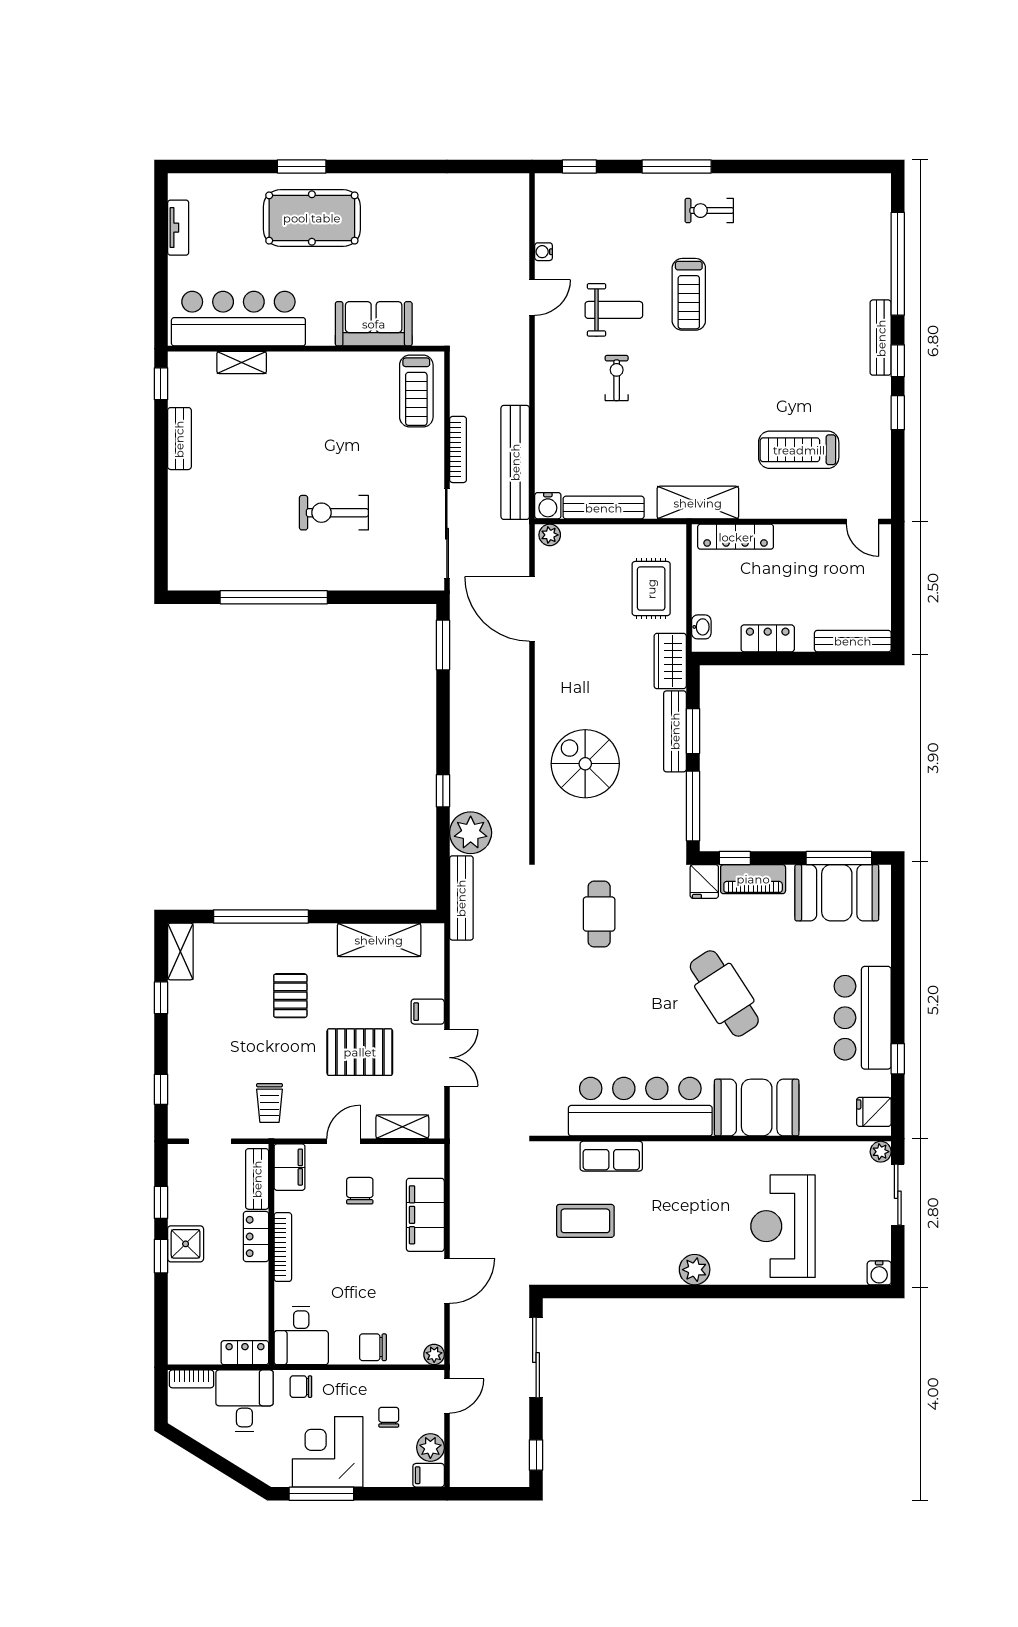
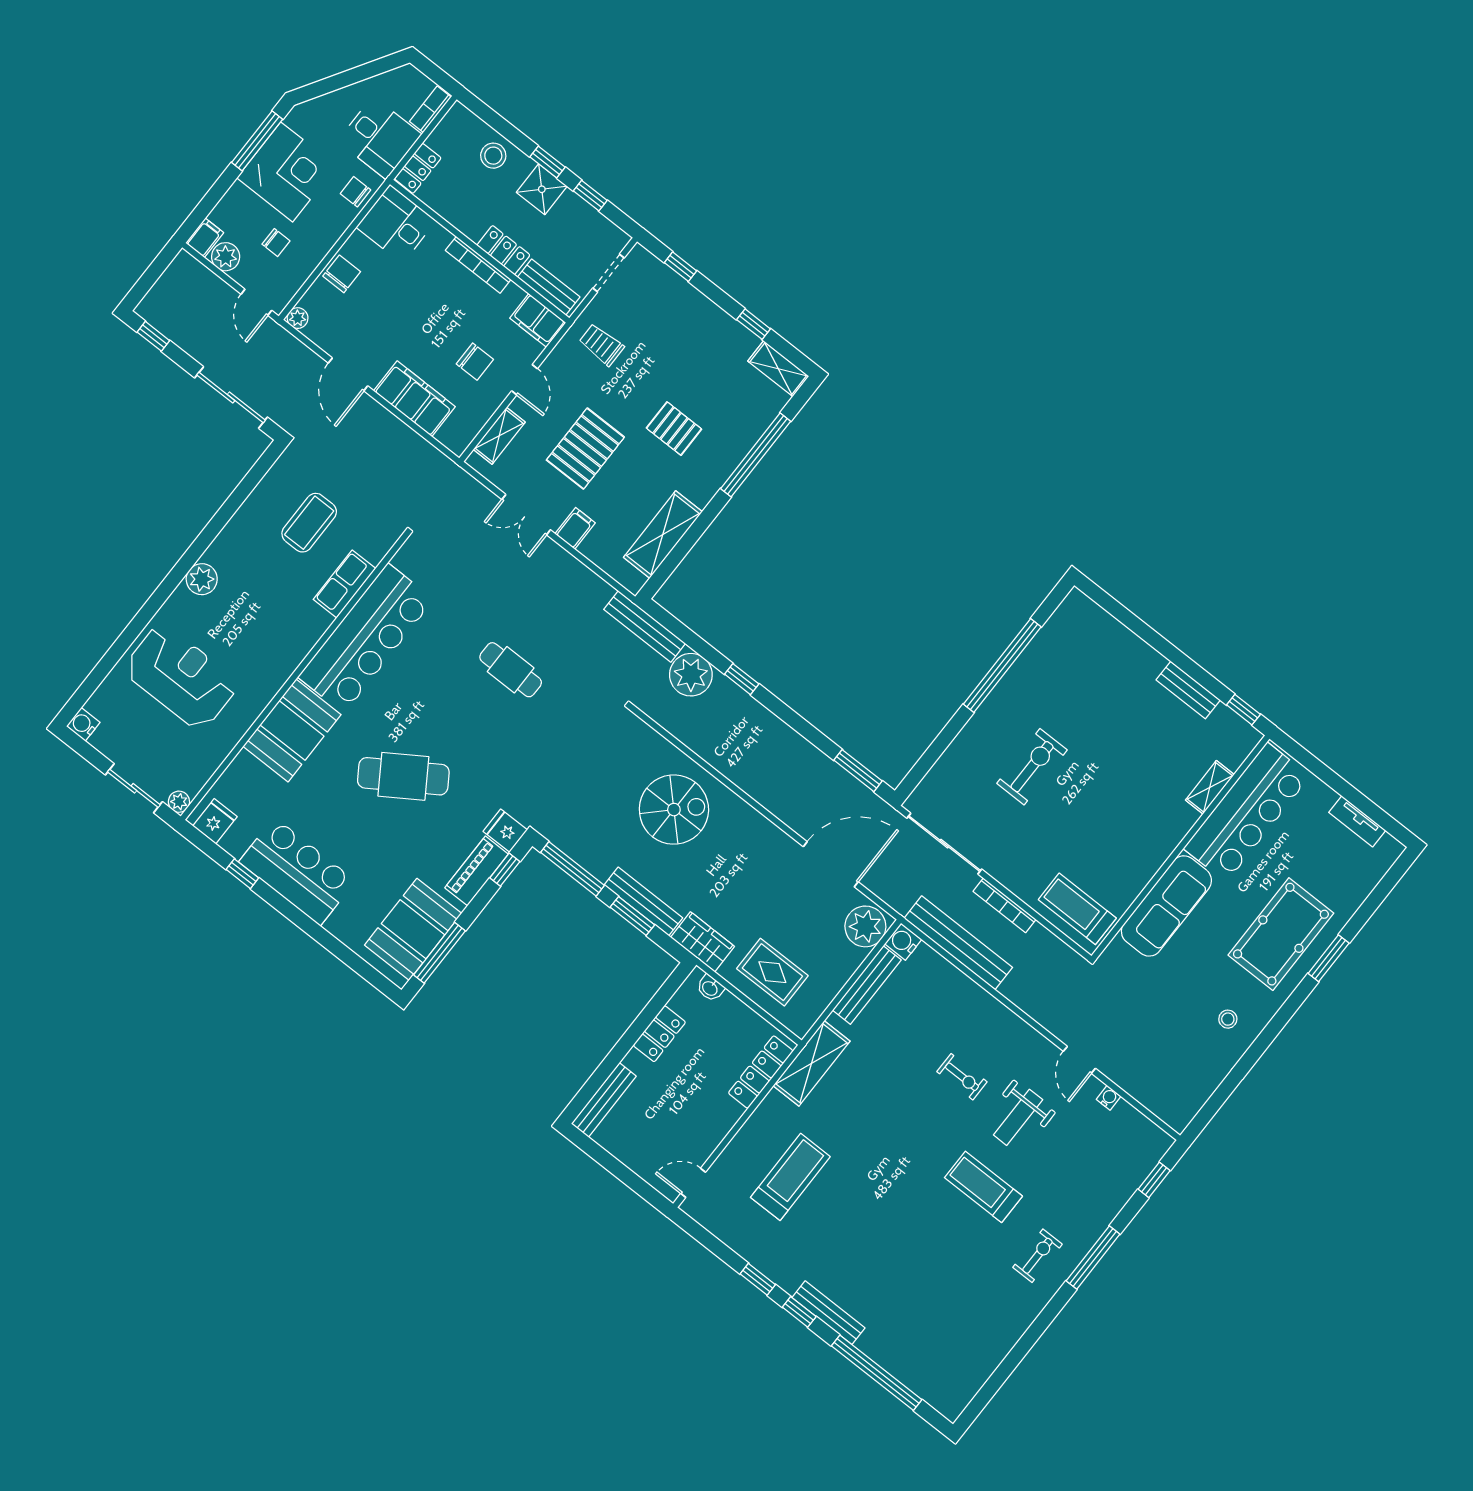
stool: (410, 207) -> (1228, 1019), added
sofa: (374, 324) -> (1166, 906), width x1.36
plant: (550, 535) -> (865, 926), width x1.88, depth x1.88
cafe table: (599, 914) -> (511, 670), moved
stool: (189, 1302) -> (493, 156), added
chair: (301, 1387) -> (355, 192), turned -90

